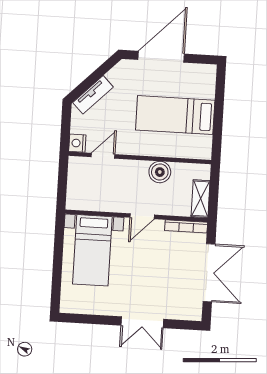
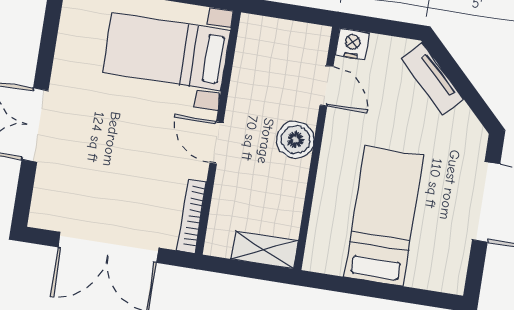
boiler: (160, 172) -> (295, 140), moved
shelving: (201, 199) -> (265, 250), moved

